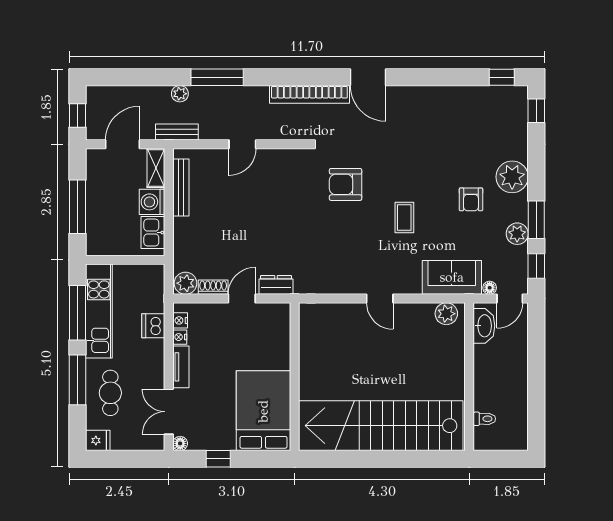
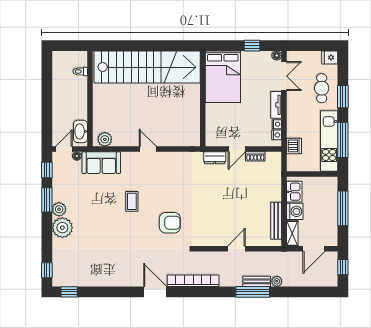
bench: (177, 132) -> (257, 281), moved
armchair: (471, 199) -> (89, 213), removed
plant: (517, 234) -> (59, 209), moved
plant: (185, 283) -> (273, 159), removed
dishwasher: (153, 326) -> (294, 146), moved
window: (77, 380) -> (343, 97), width x0.69

